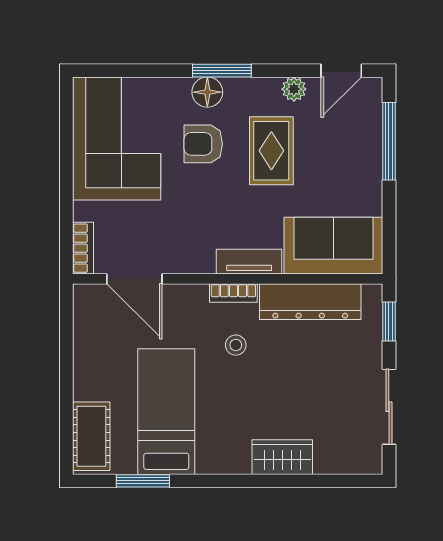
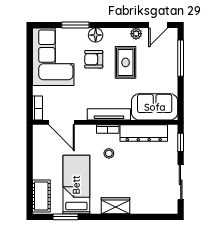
window: (222, 71) -> (75, 25), moved
tv unit: (249, 262) -> (109, 114), width x1.41
wardrobe: (282, 457) -> (116, 206), moved

